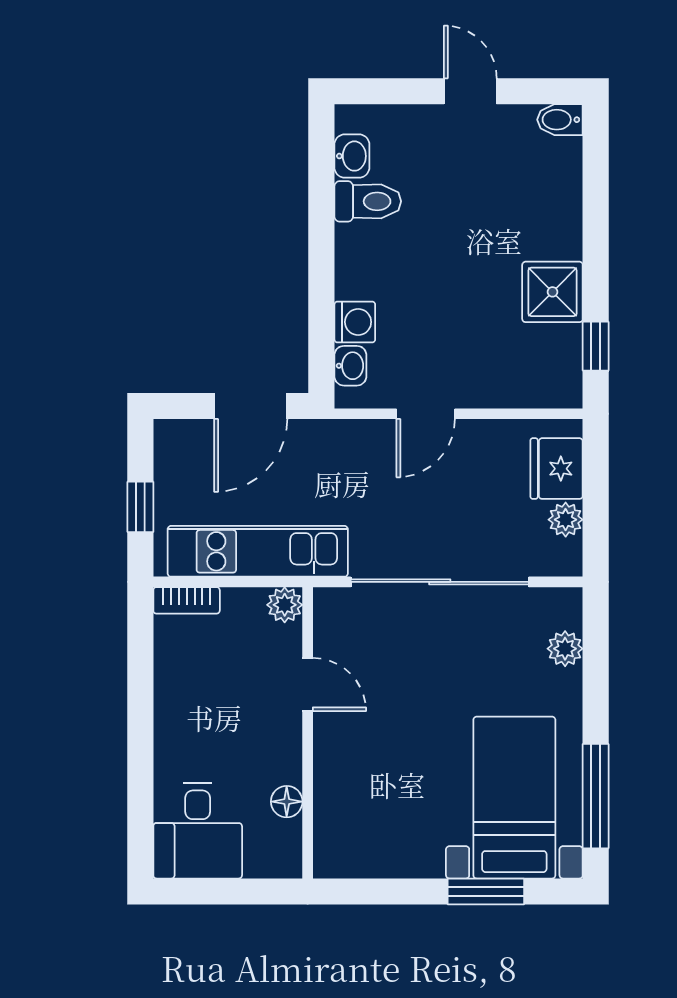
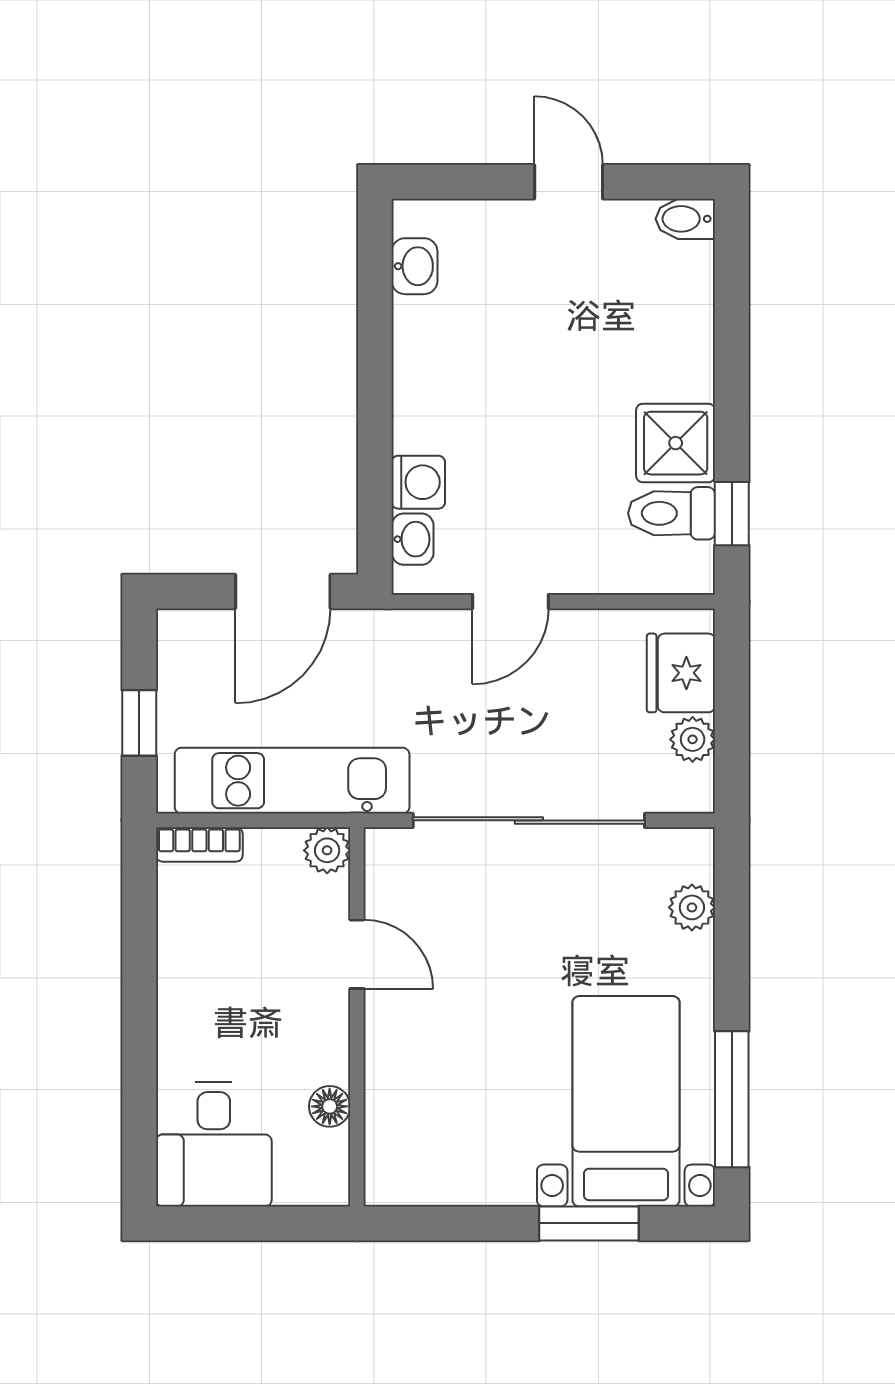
toilet: (368, 201) -> (672, 513), moved, turned 180

